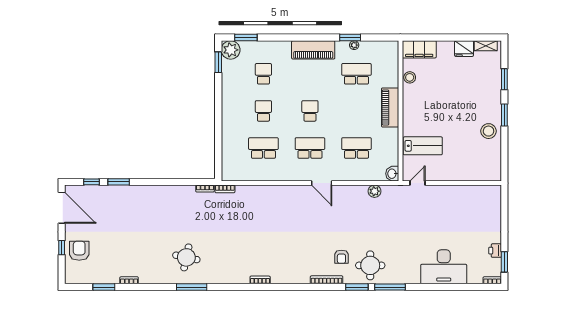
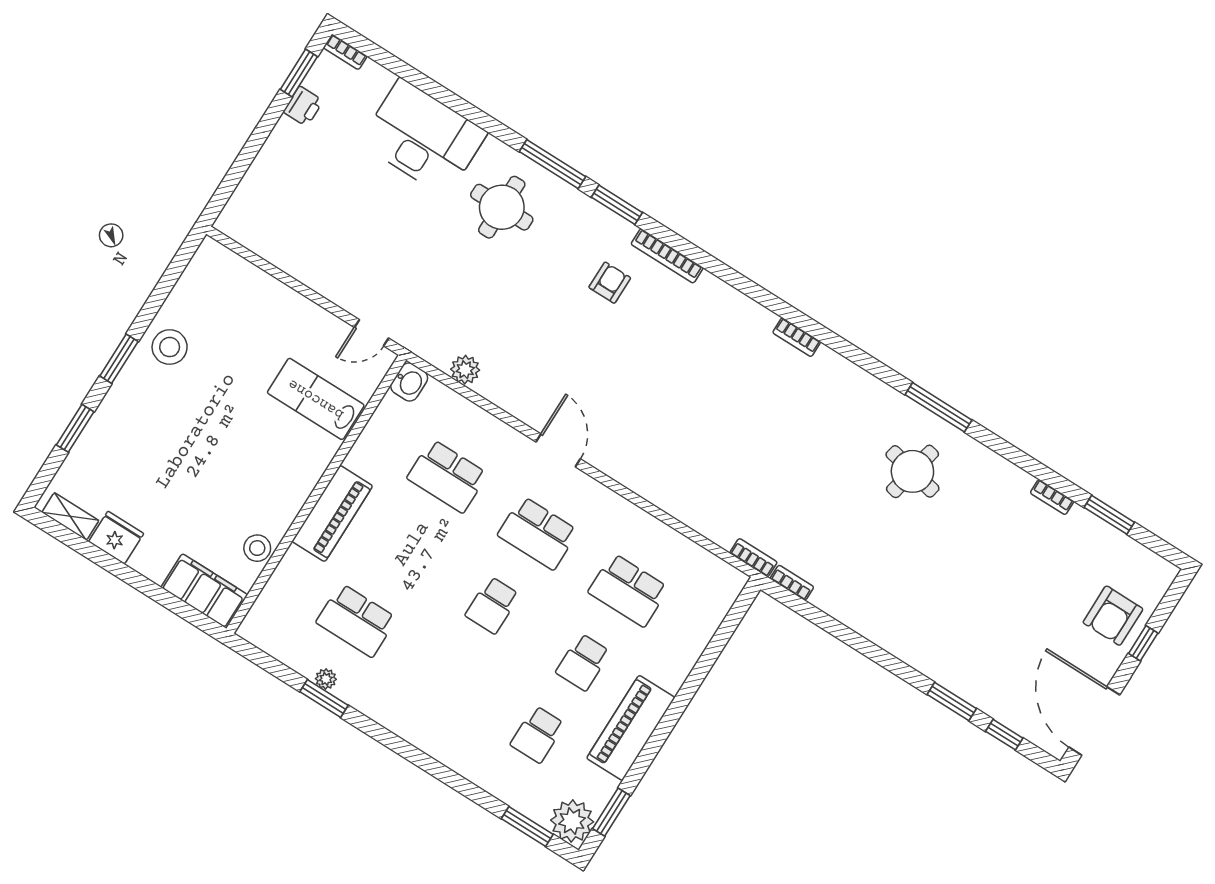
piano: (313, 50) -> (631, 728), moved, turned -90
round table: (370, 265) -> (502, 207), moved

